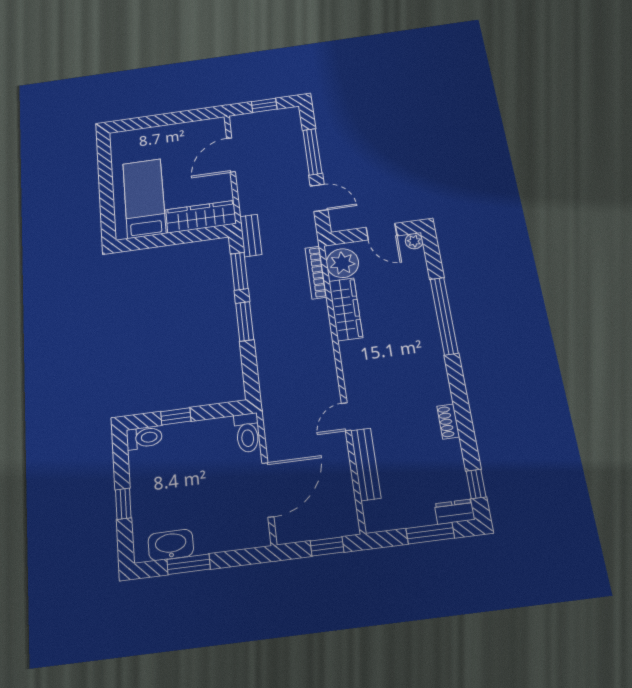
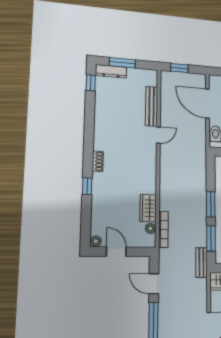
plant: (342, 263) -> (150, 229), width x0.53, depth x0.53
wardrobe: (346, 309) -> (148, 208), width x0.67
window: (444, 316) -> (87, 186), width x0.32
shoe rack: (448, 422) -> (98, 161), moved
door: (268, 490) -> (207, 104), hinge flipped
dresser: (455, 512) -> (111, 71), width x1.44

